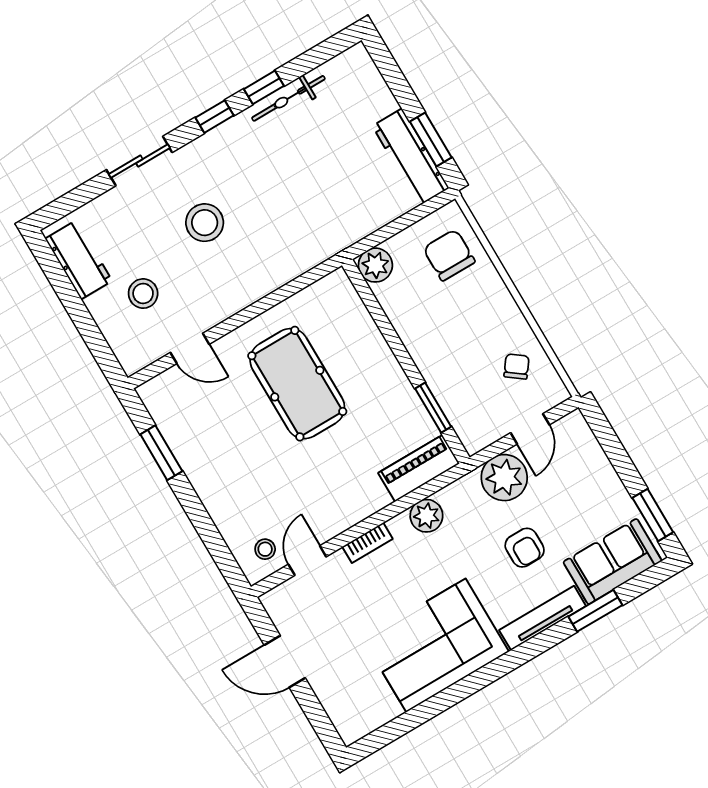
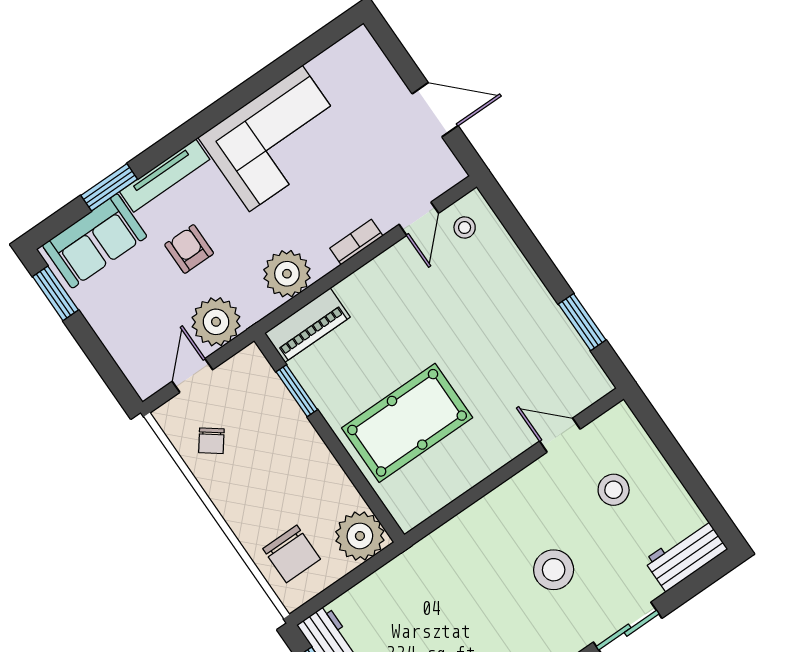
workbench: (79, 260) -> (686, 555), moved, turned 90
plant: (375, 265) -> (360, 536), width x1.36, depth x1.36
pool table: (297, 384) -> (407, 423), moved, turned 90
plant: (426, 516) -> (287, 274), width x1.36, depth x1.36

